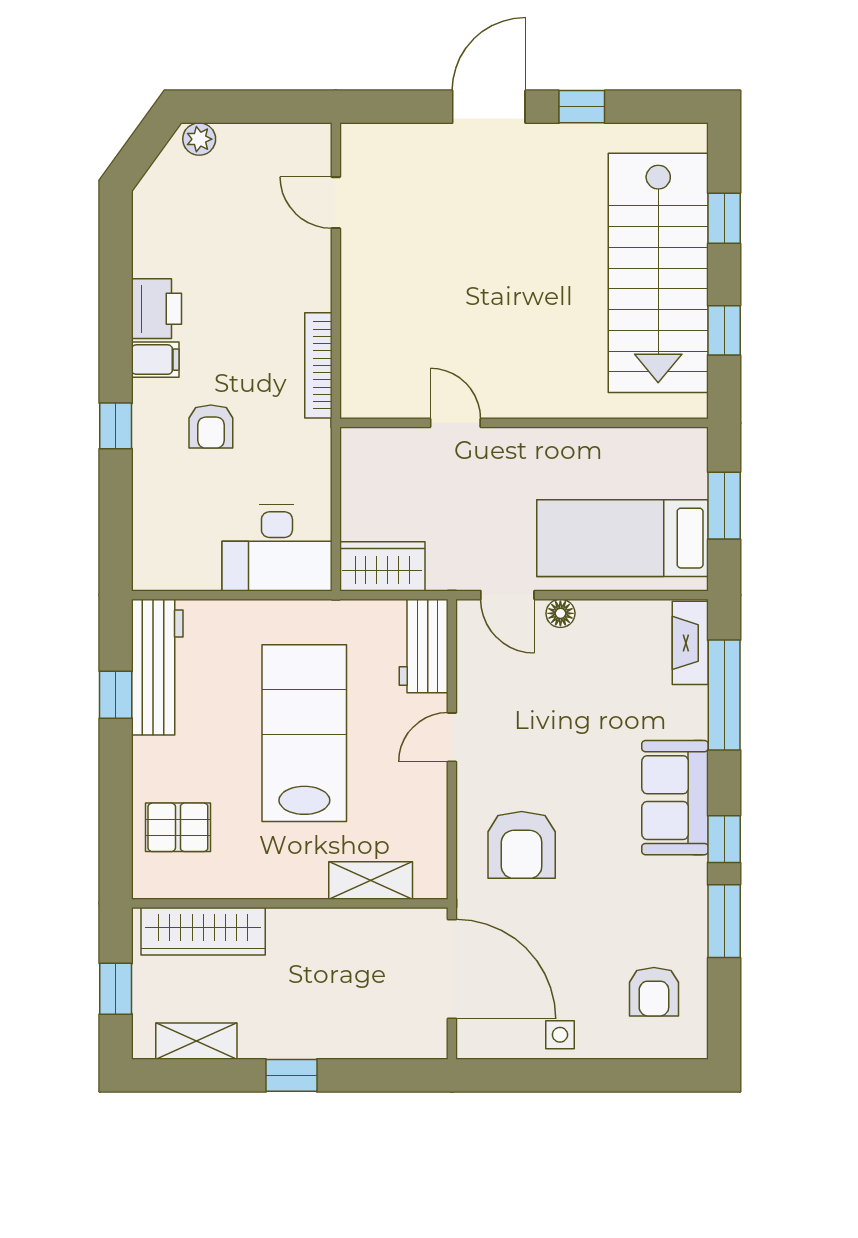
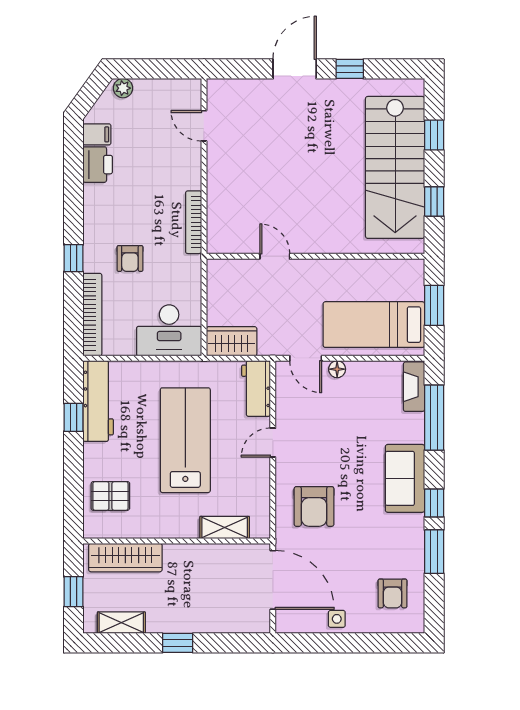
printer: (156, 309) -> (98, 165), moved
filing cabinet: (155, 360) -> (97, 134), moved
bookcase: (148, 521) -> (92, 315), added

